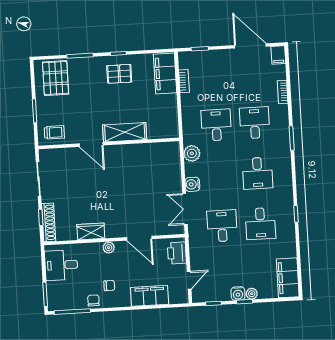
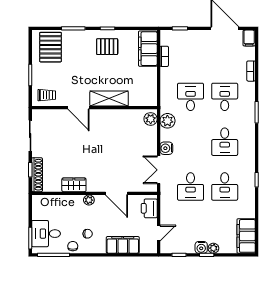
plant: (173, 152) -> (151, 119), added
desk: (222, 226) -> (191, 187), turned 180
desk: (61, 265) -> (46, 234), moved

